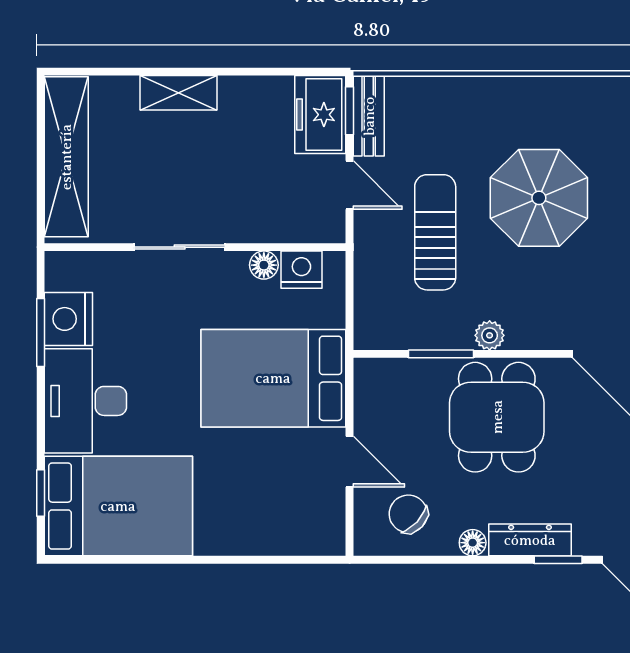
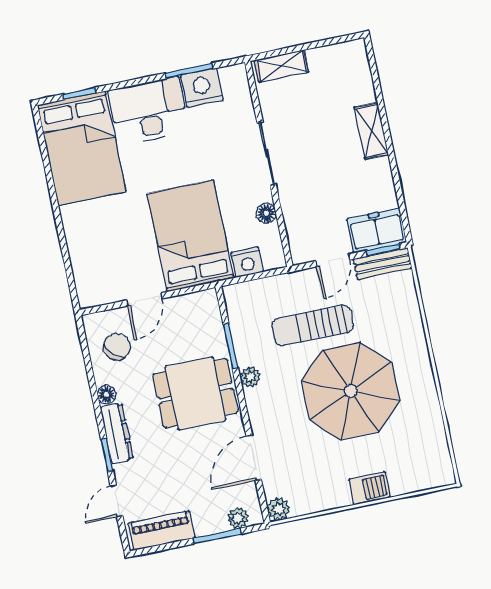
shelving: (66, 157) -> (282, 66), width x0.45, depth x0.75
parasol: (539, 198) -> (351, 391), width x1.36, depth x1.36
sun lounger: (435, 232) -> (313, 325), turned 180
nightstand: (301, 270) -> (247, 262), moved, turned 90

